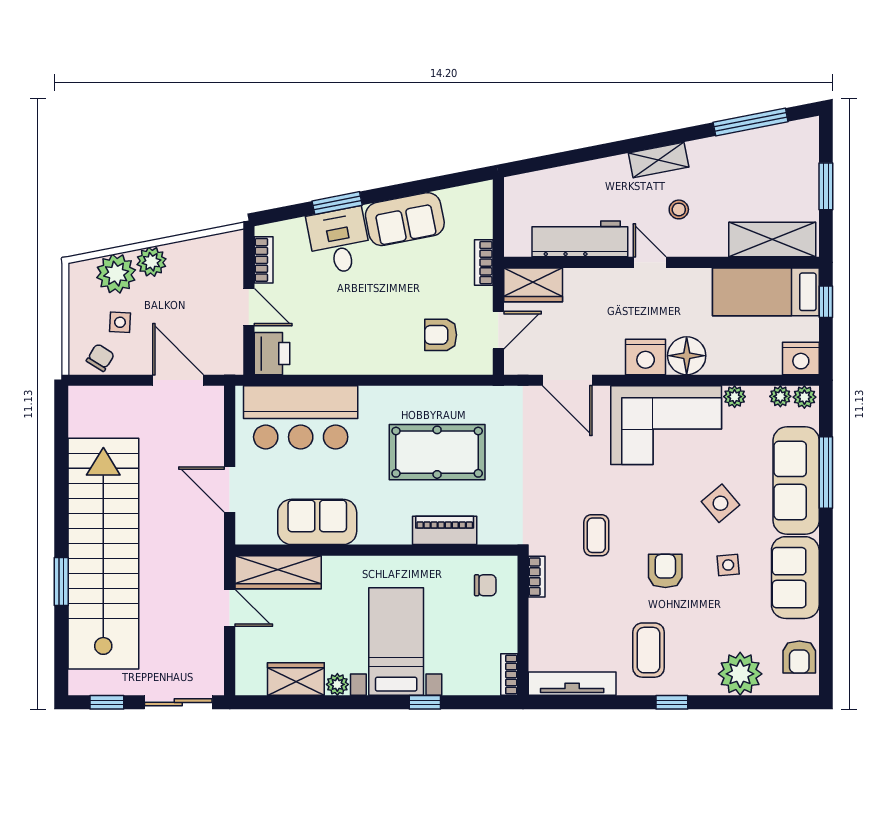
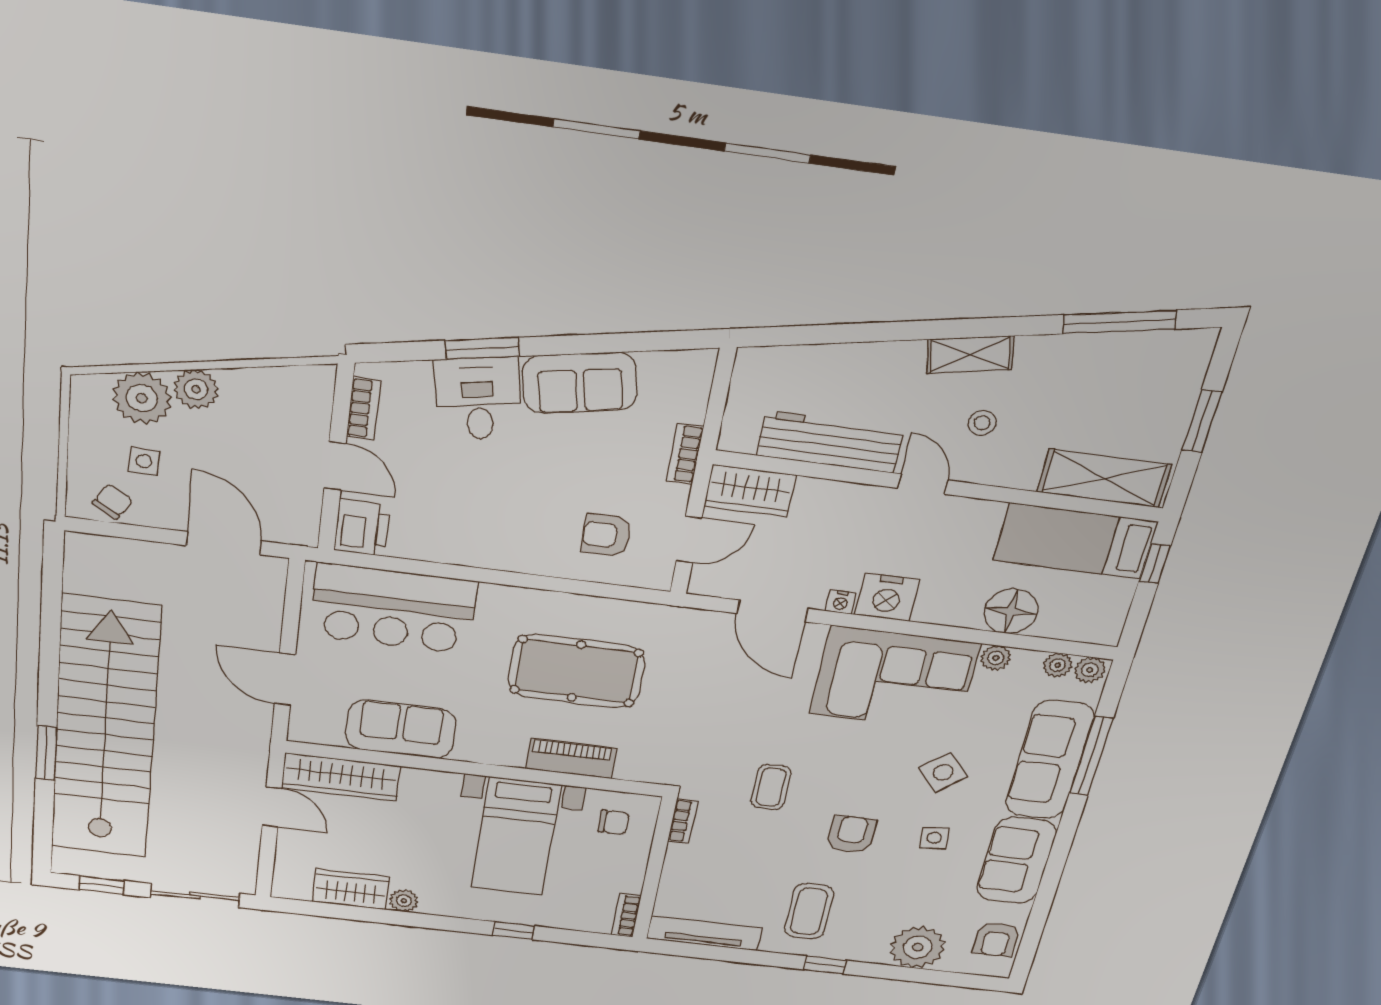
floor lamp: (687, 356) -> (1011, 611), moved
nightstand: (801, 358) -> (841, 602), moved, width x0.53, depth x0.56
bed with nightstands: (396, 642) -> (516, 837), moved, turned 180

